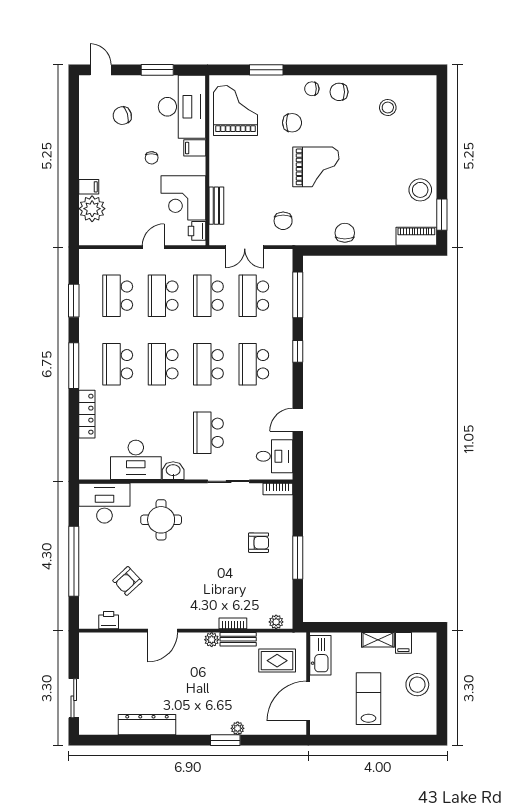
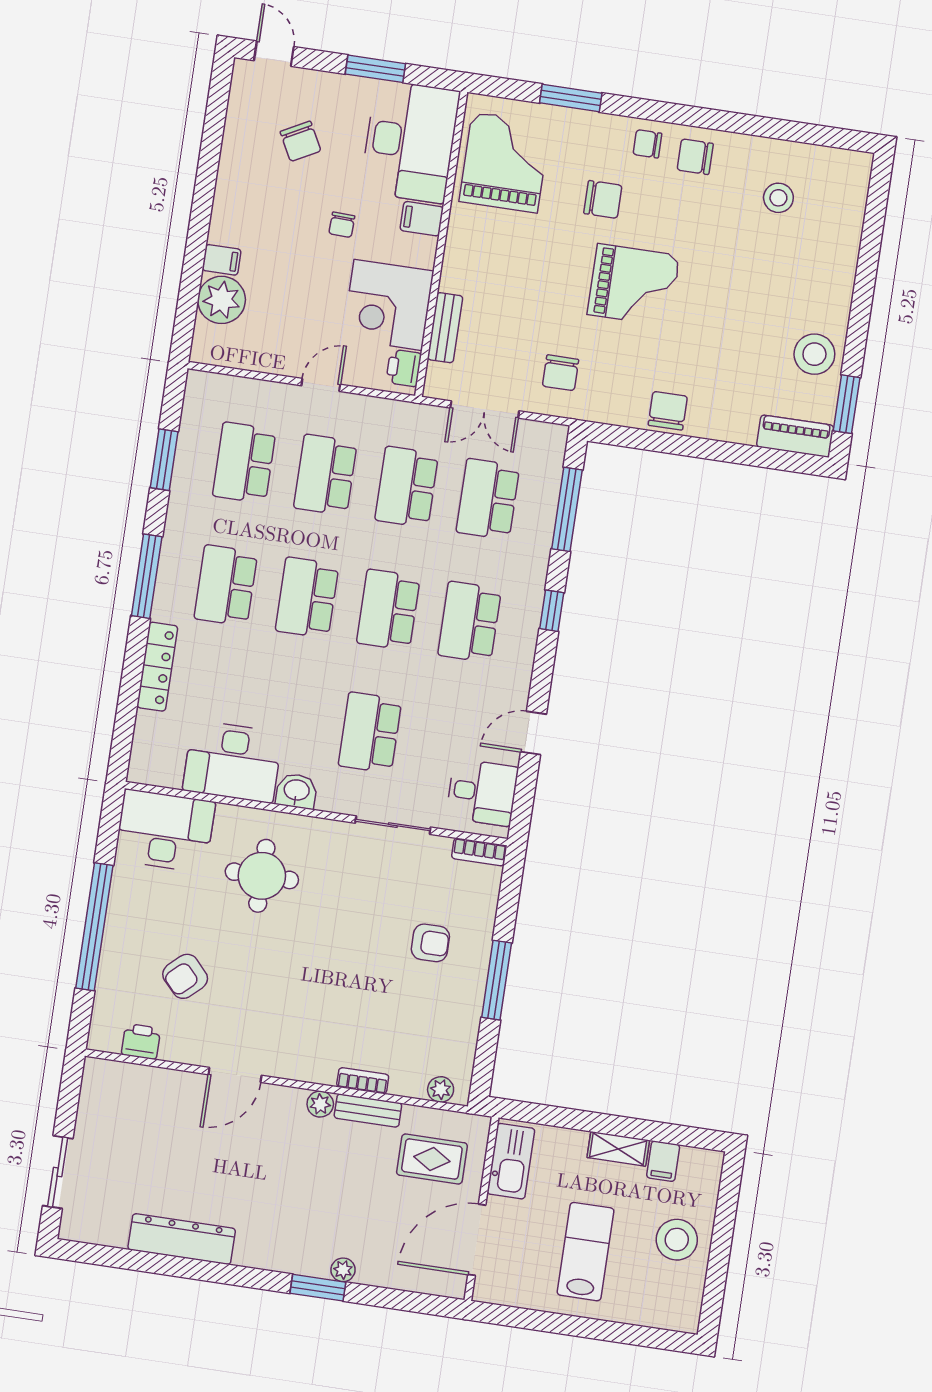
chair: (122, 116) -> (301, 141), turned -102

